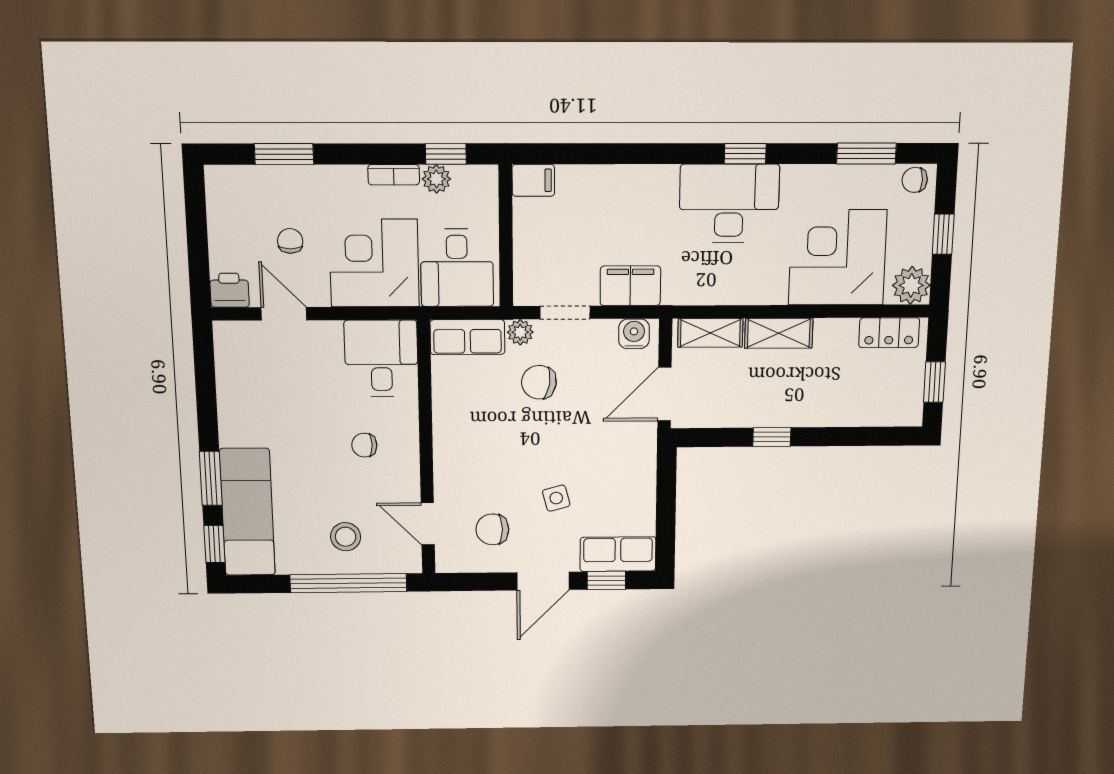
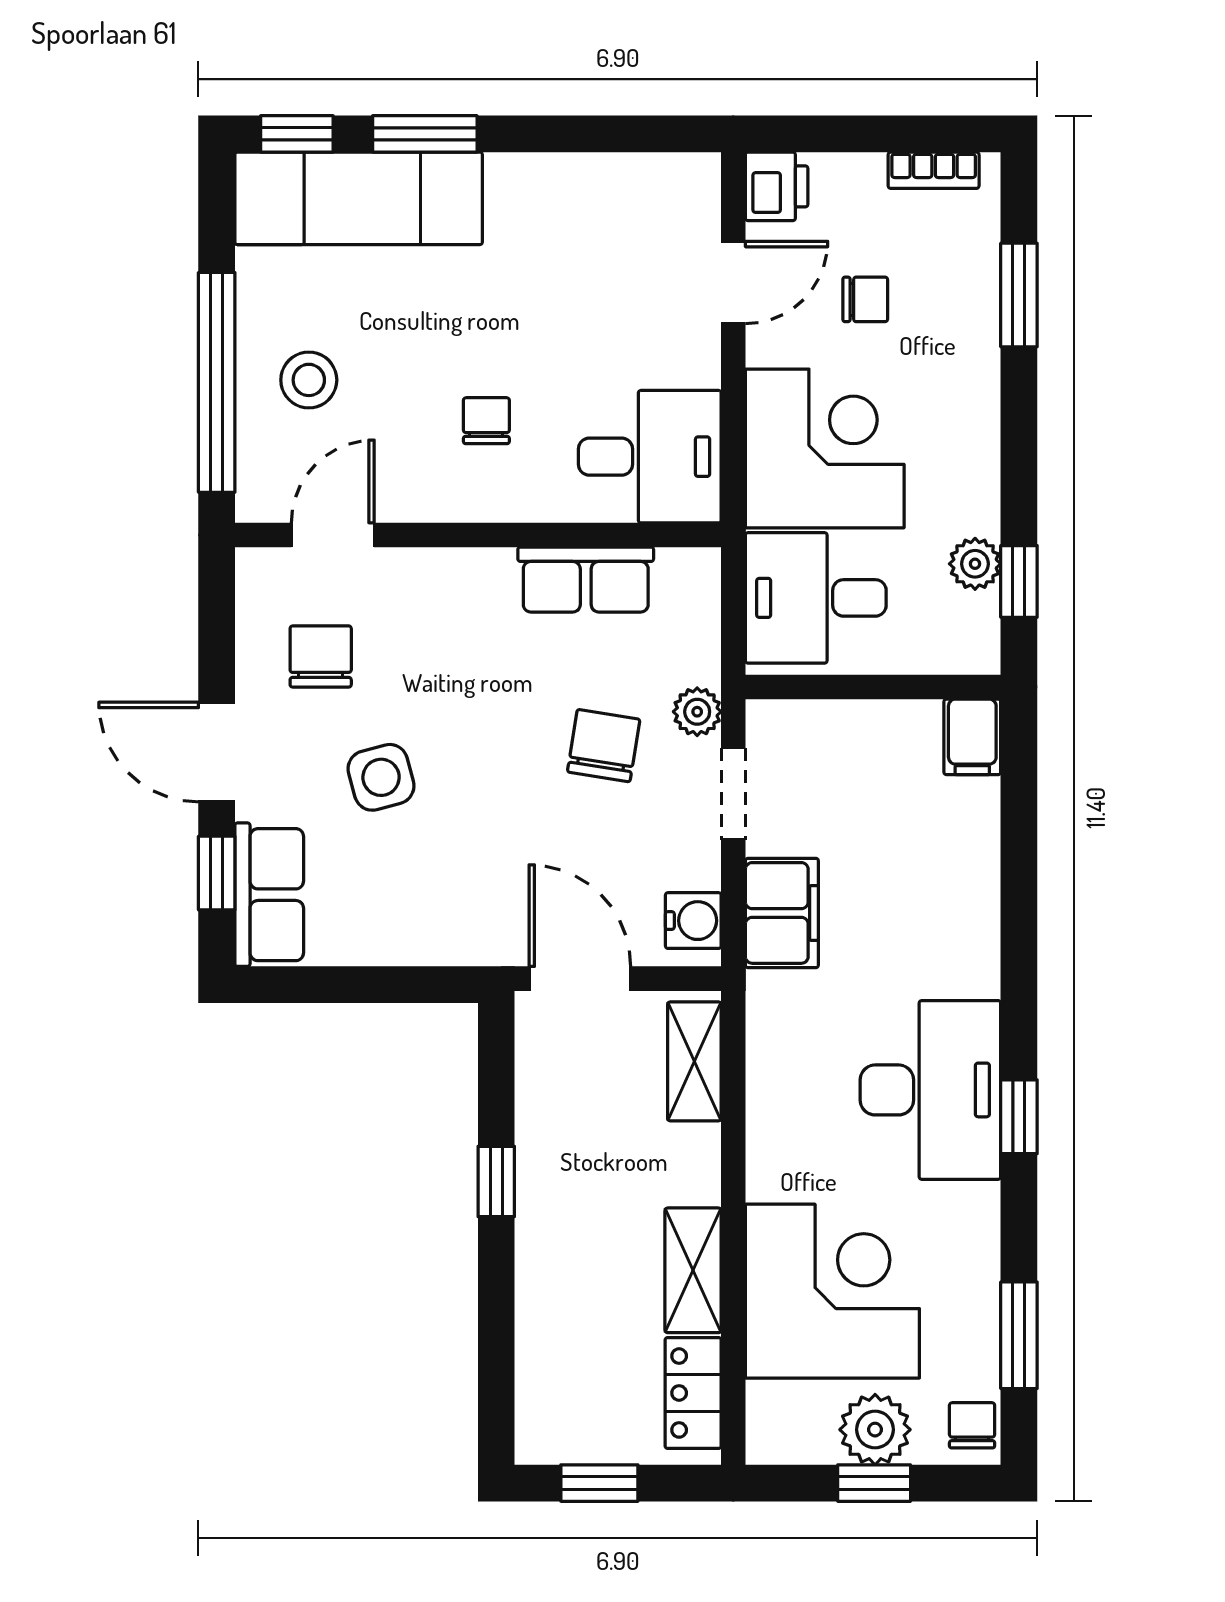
bookcase: (394, 175) -> (934, 170), moved, turned -90
plant: (911, 285) -> (875, 1430), moved
shelving: (779, 333) -> (693, 1270), moved
row of seats: (467, 337) -> (586, 580), moved, turned -90
side table: (556, 498) -> (381, 777), width x1.37, depth x1.37

